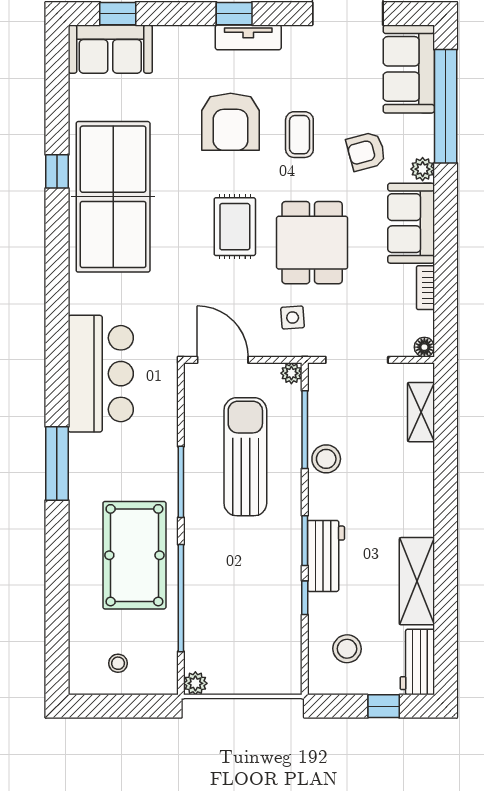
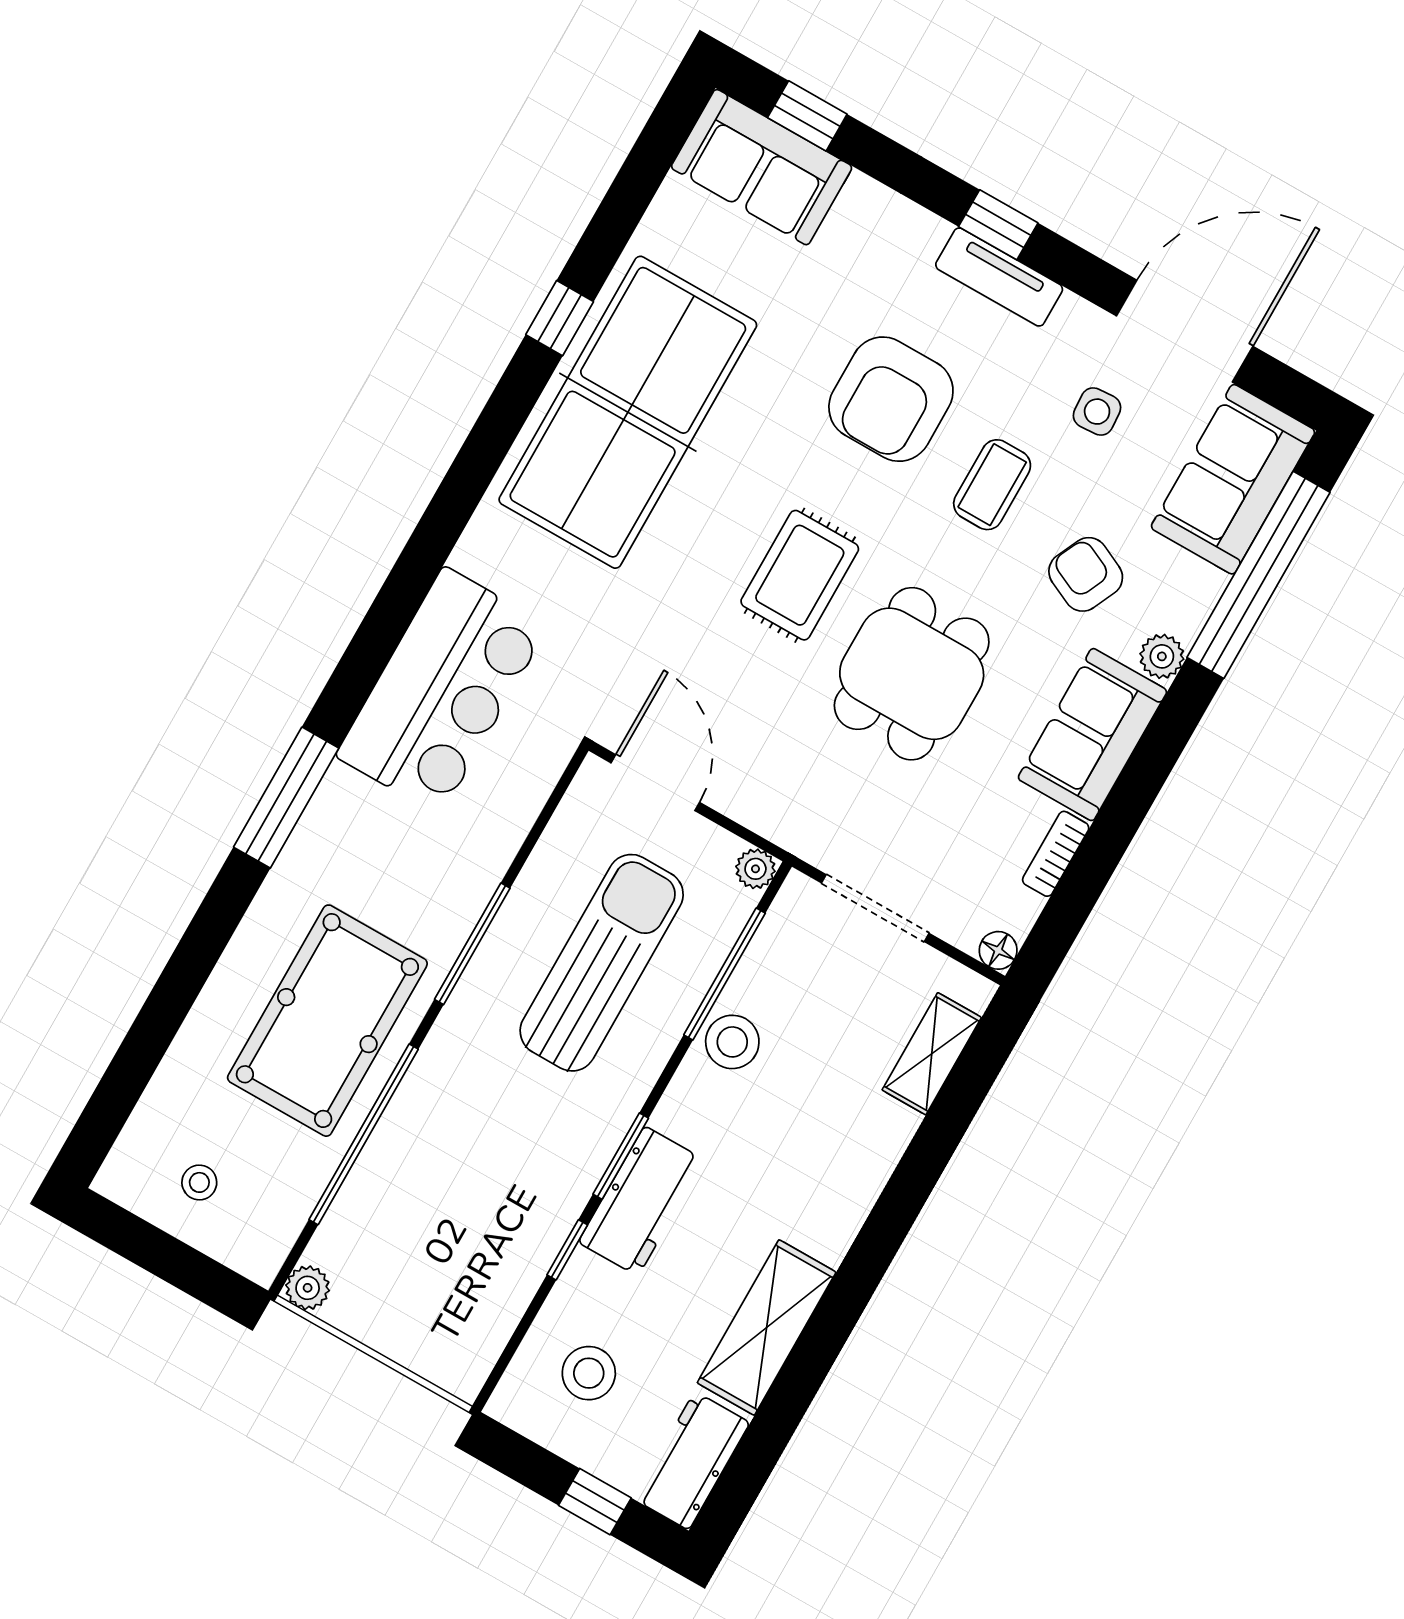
armchair: (366, 151) -> (1086, 574), turned 40
side table: (293, 318) -> (1097, 412), moved

